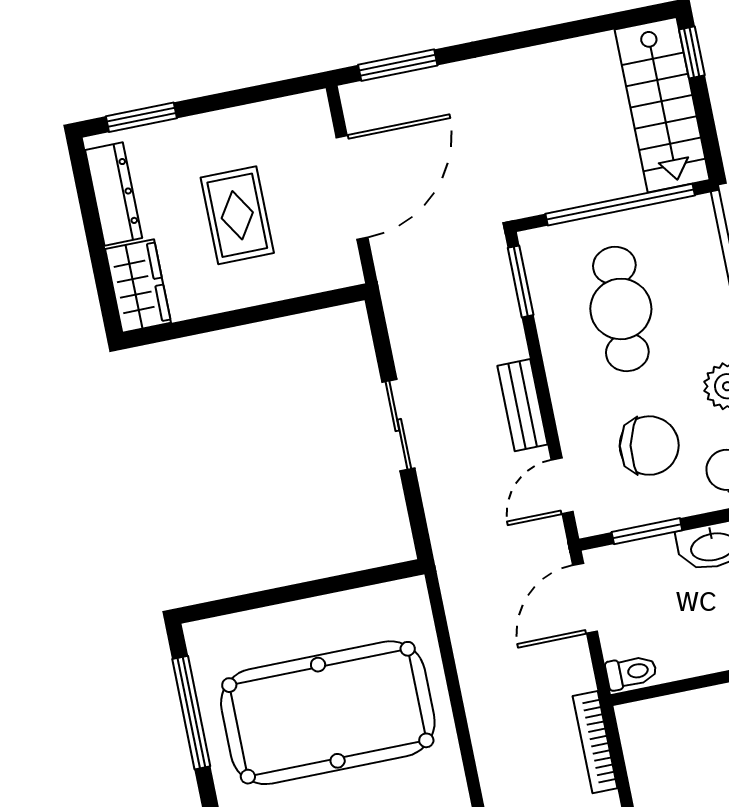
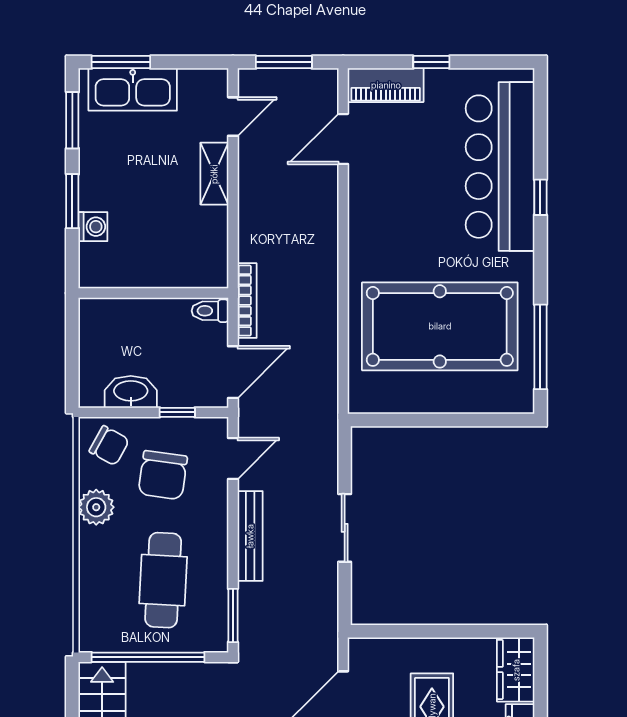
bench: (522, 405) -> (250, 536), width x1.36
chair: (649, 446) -> (163, 475), turned -93
window: (647, 531) -> (177, 412), width x0.67
bookcase: (595, 742) -> (247, 301), moved

